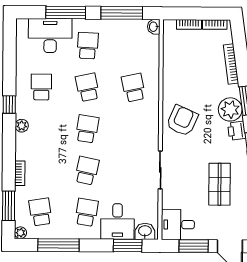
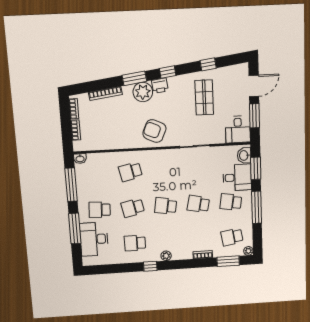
shop shelf: (219, 184) -> (204, 97), turned 90
window: (58, 245) -> (257, 207), moved

